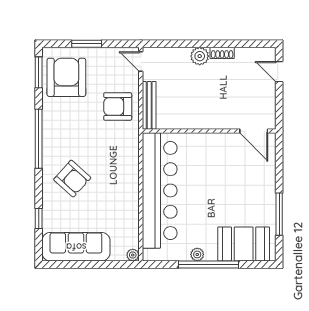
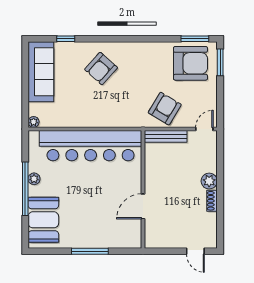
window: (87, 44) -> (220, 62), moved
door: (279, 72) -> (195, 251), swing flipped
armchair: (118, 107) -> (165, 109), turned 31
door: (254, 131) -> (143, 206), moved
window: (39, 139) -> (136, 39), removed
window: (279, 214) -> (90, 251), moved

